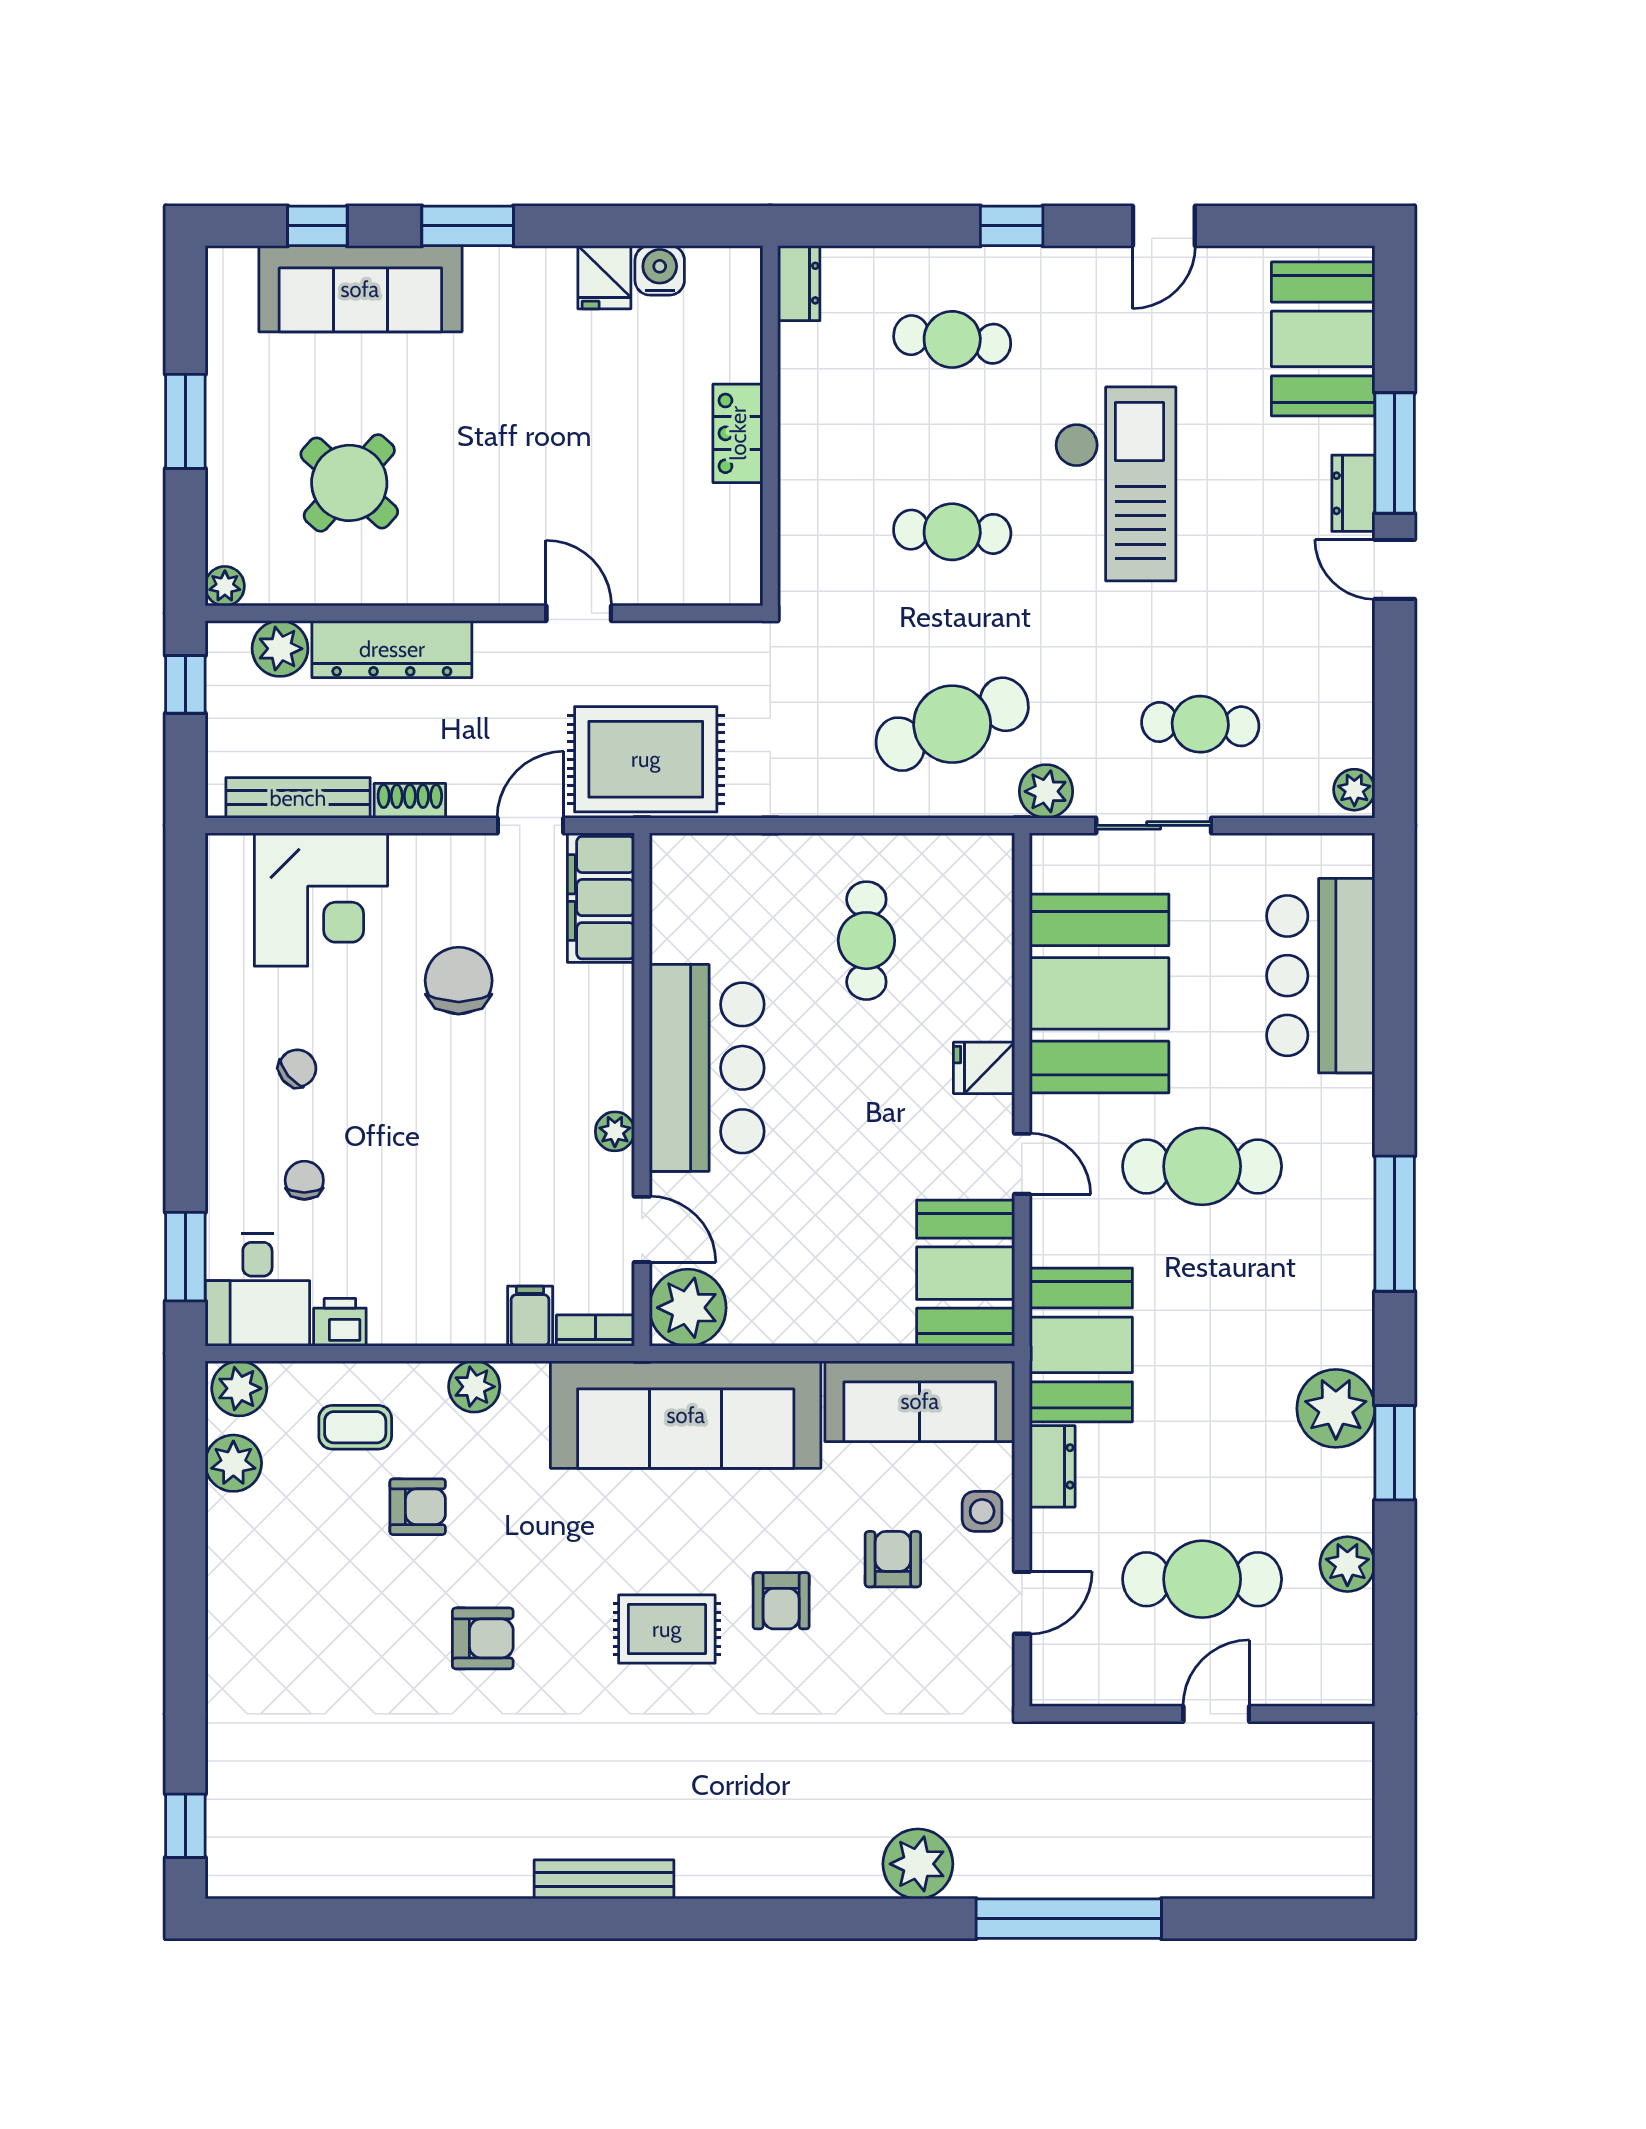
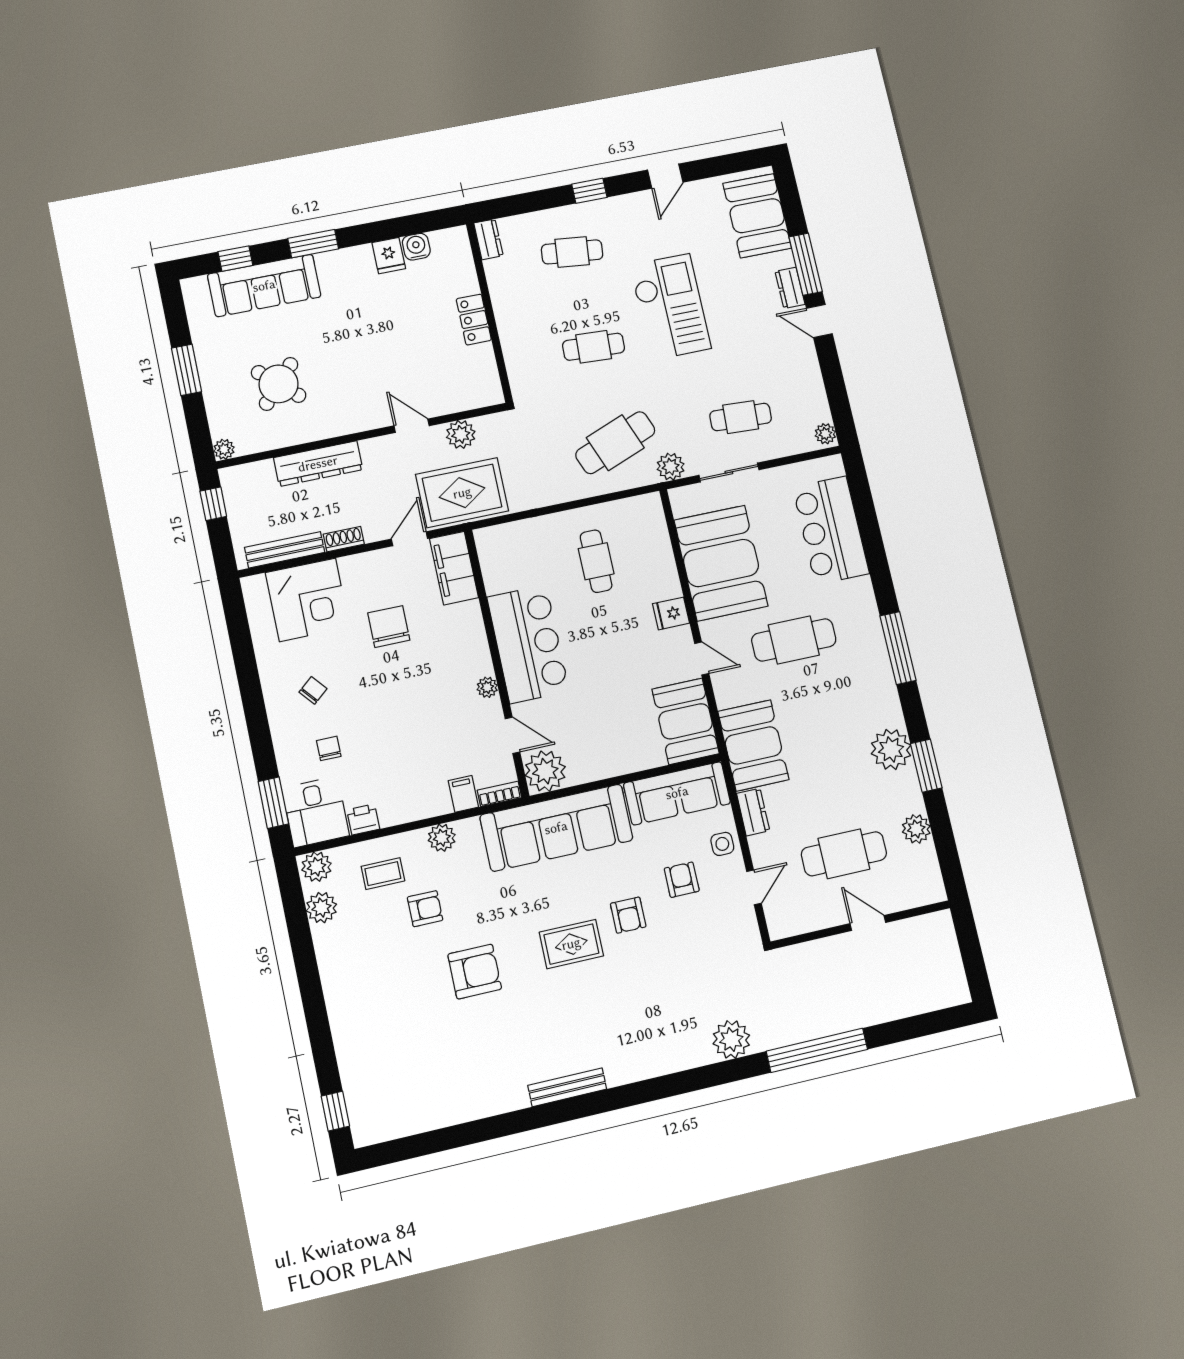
plant: (280, 649) -> (461, 434), moved
armchair: (483, 1638) -> (475, 972), width x1.38, depth x1.38
door: (1216, 1714) -> (868, 923), hinge flipped

